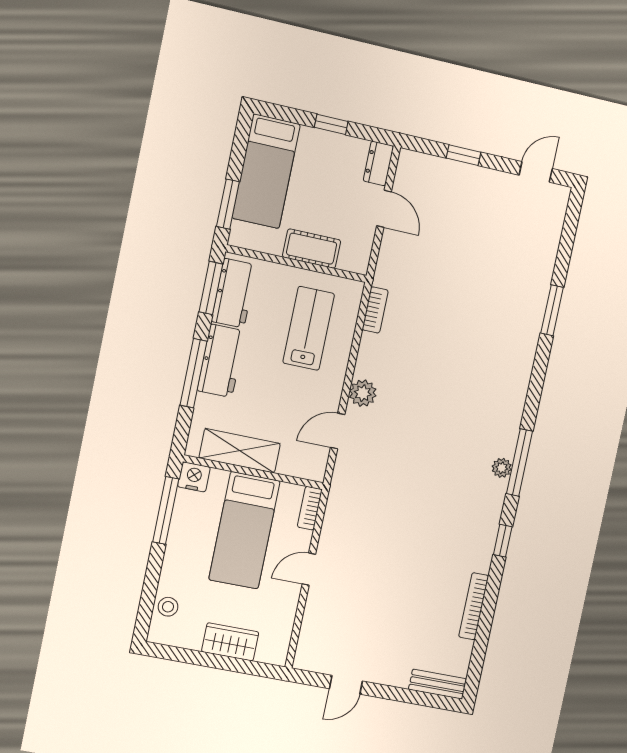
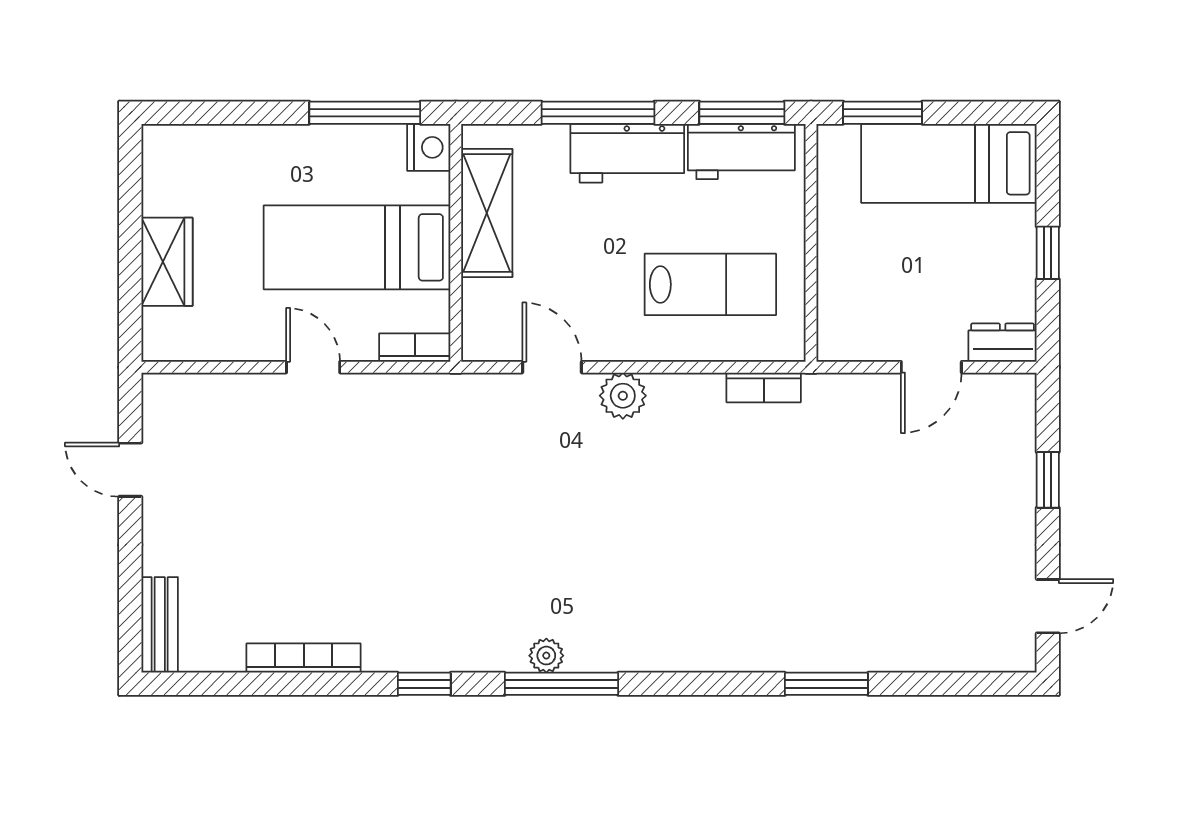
door: (536, 172) -> (1048, 606), hinge flipped
cot: (312, 249) -> (841, 262), removed
stool: (168, 607) -> (206, 148), removed

